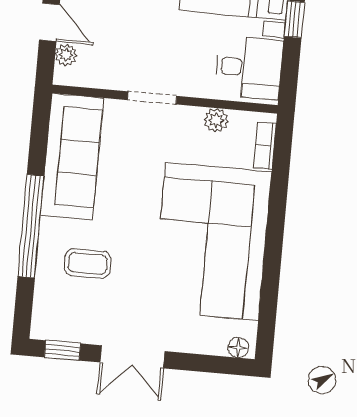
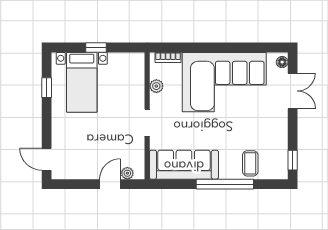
desk: (249, 68) -> (125, 70), removed
coffee table: (88, 263) -> (250, 163), moved
double door: (133, 357) -> (293, 91), moved

